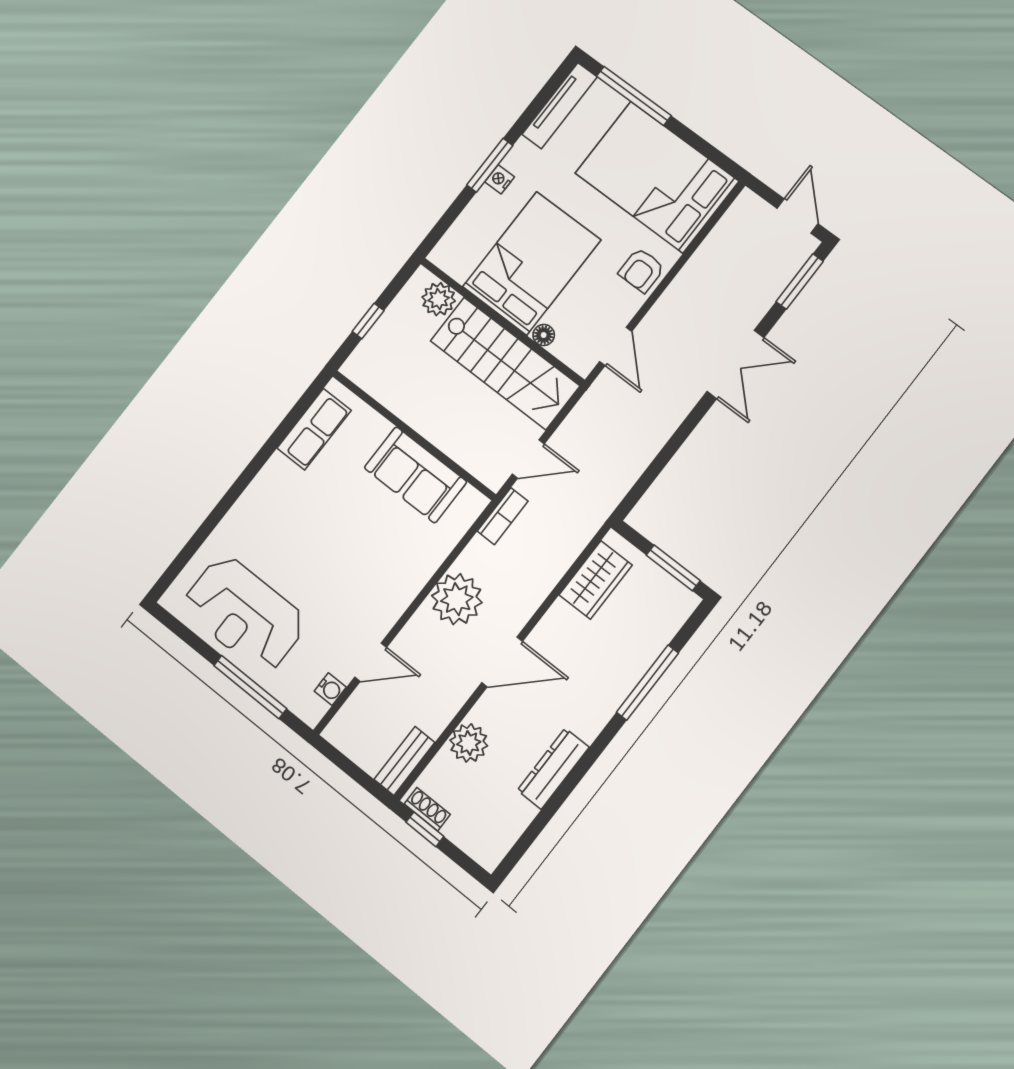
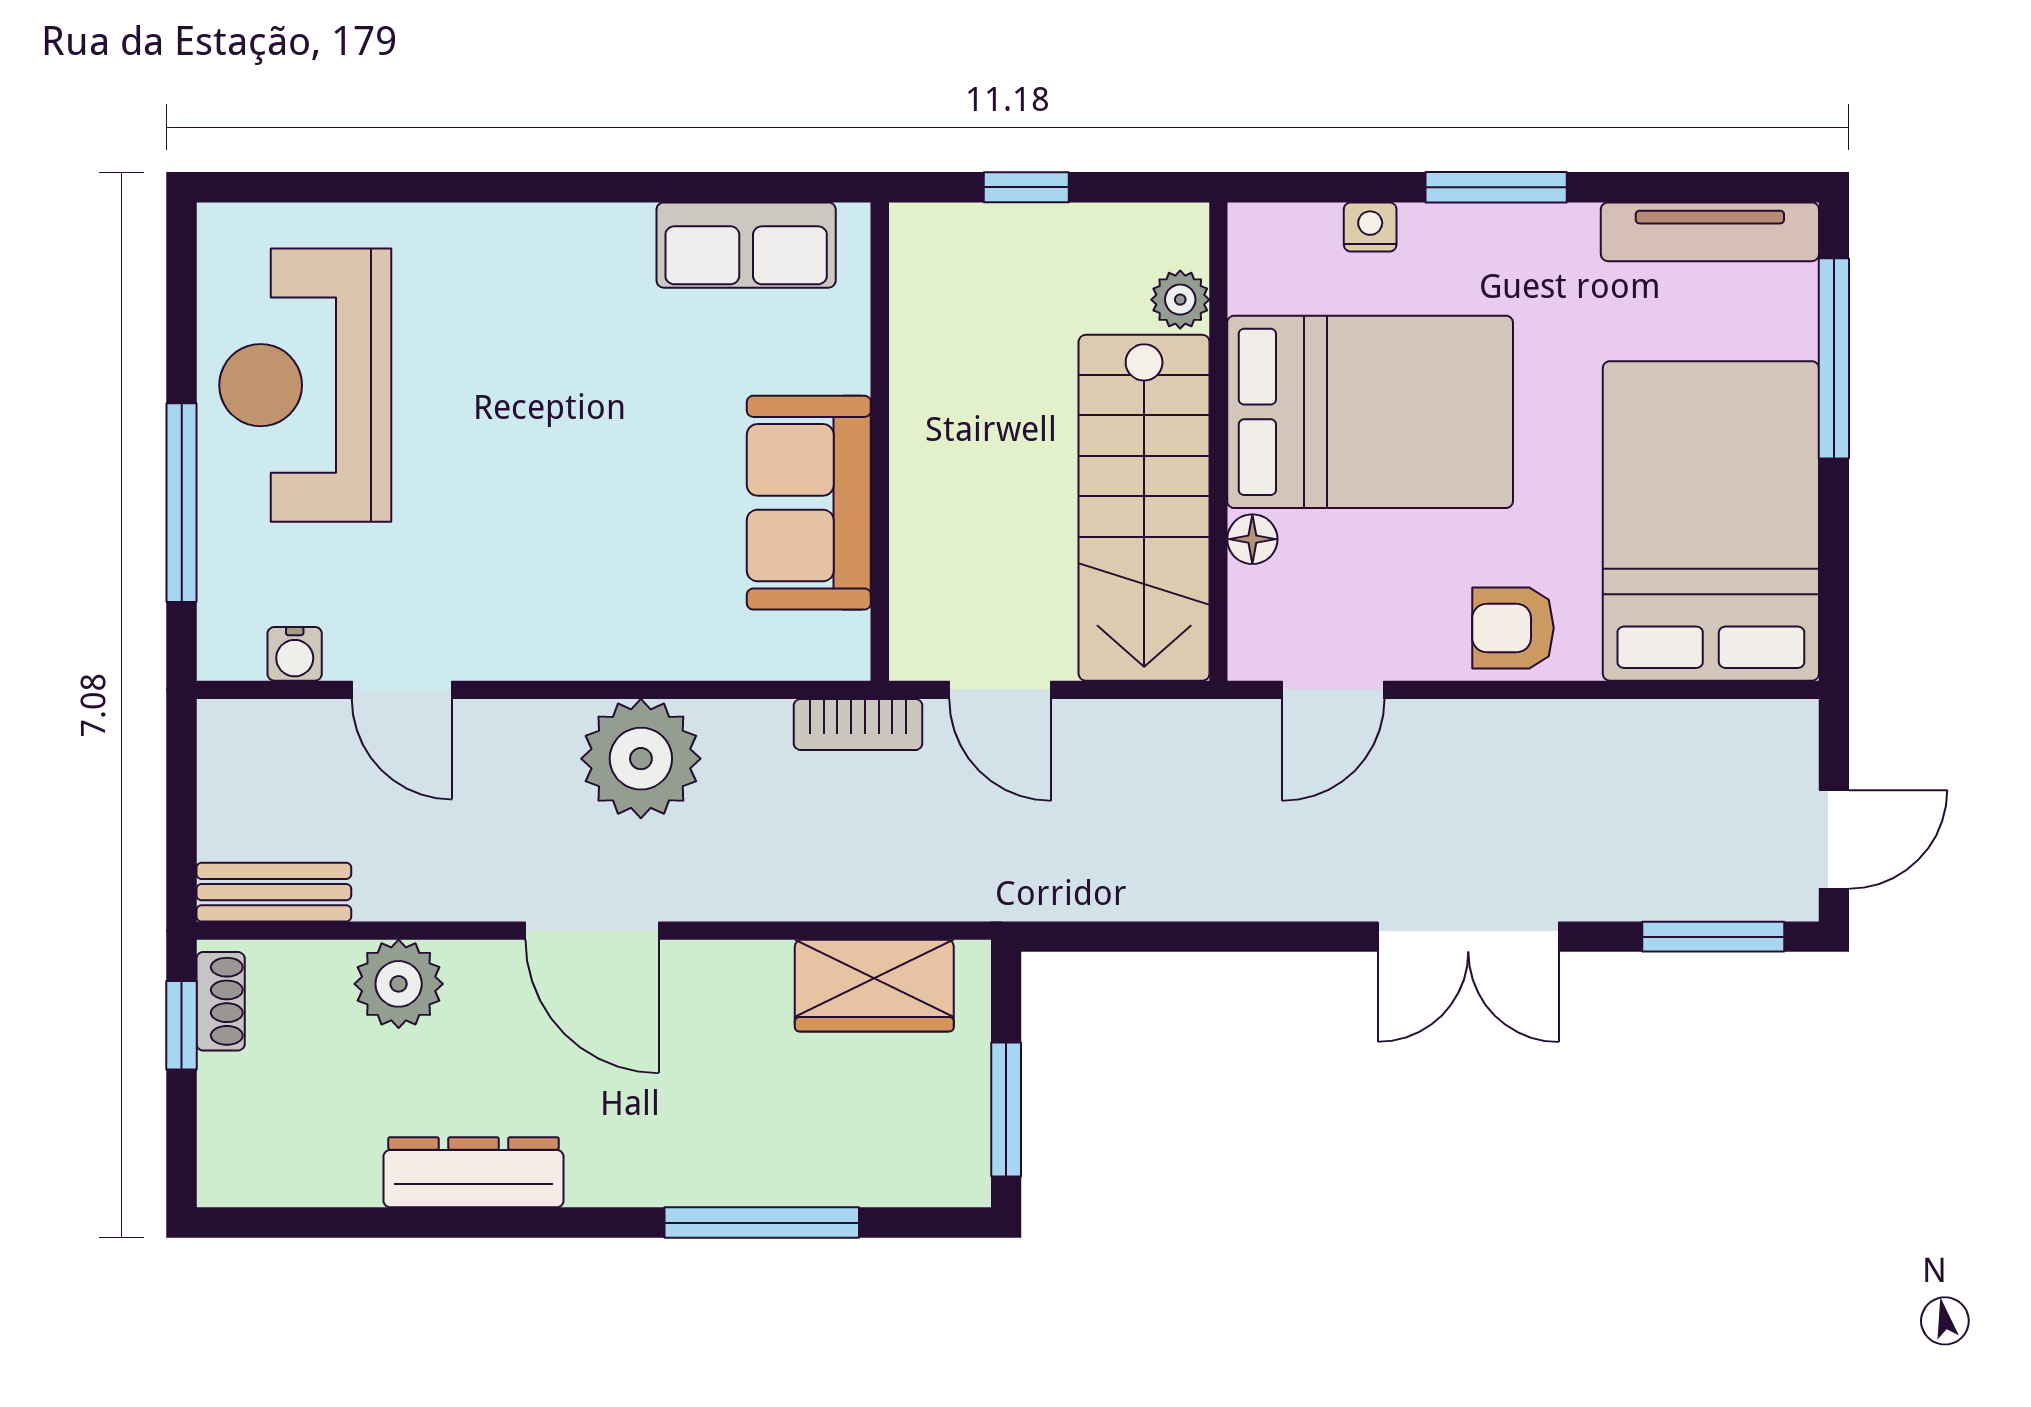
nightstand: (500, 179) -> (1370, 227), moved
plant: (439, 299) -> (1180, 300), width x0.73, depth x0.73

